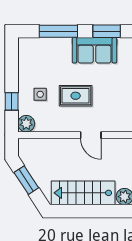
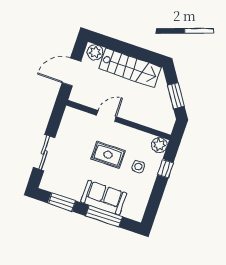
sofa: (94, 50) -> (104, 198), moved
door: (91, 135) -> (106, 116), hinge flipped

